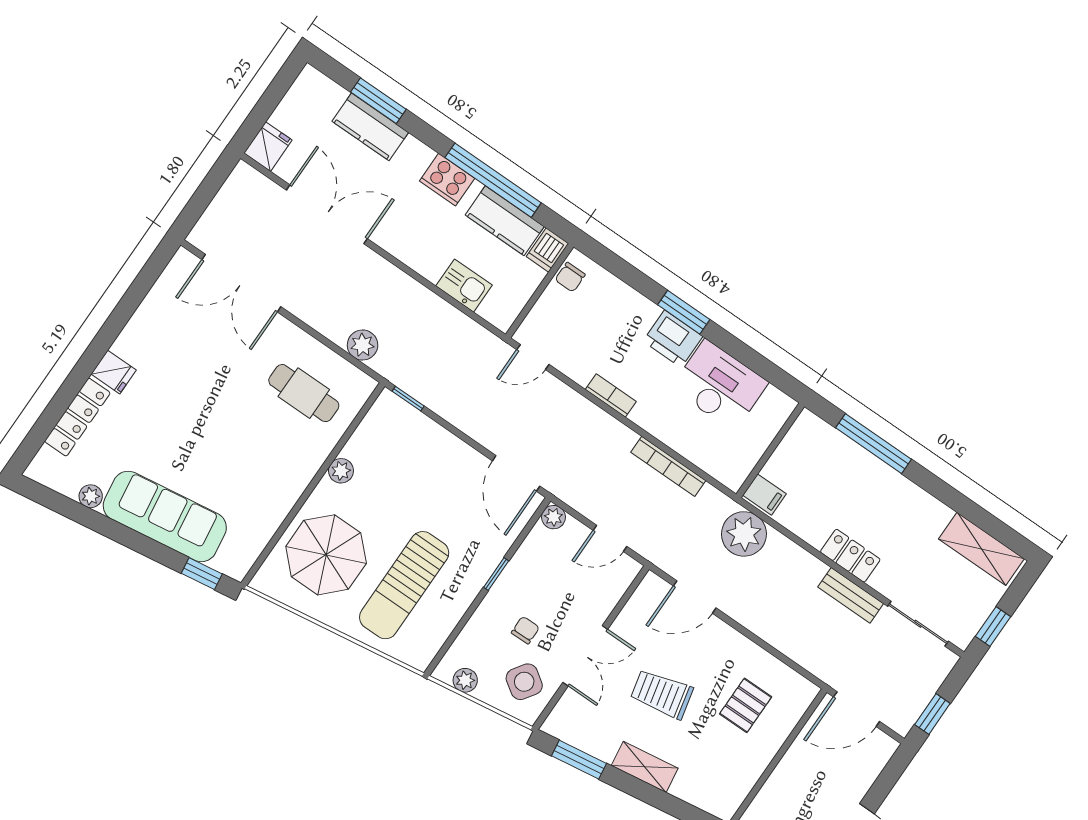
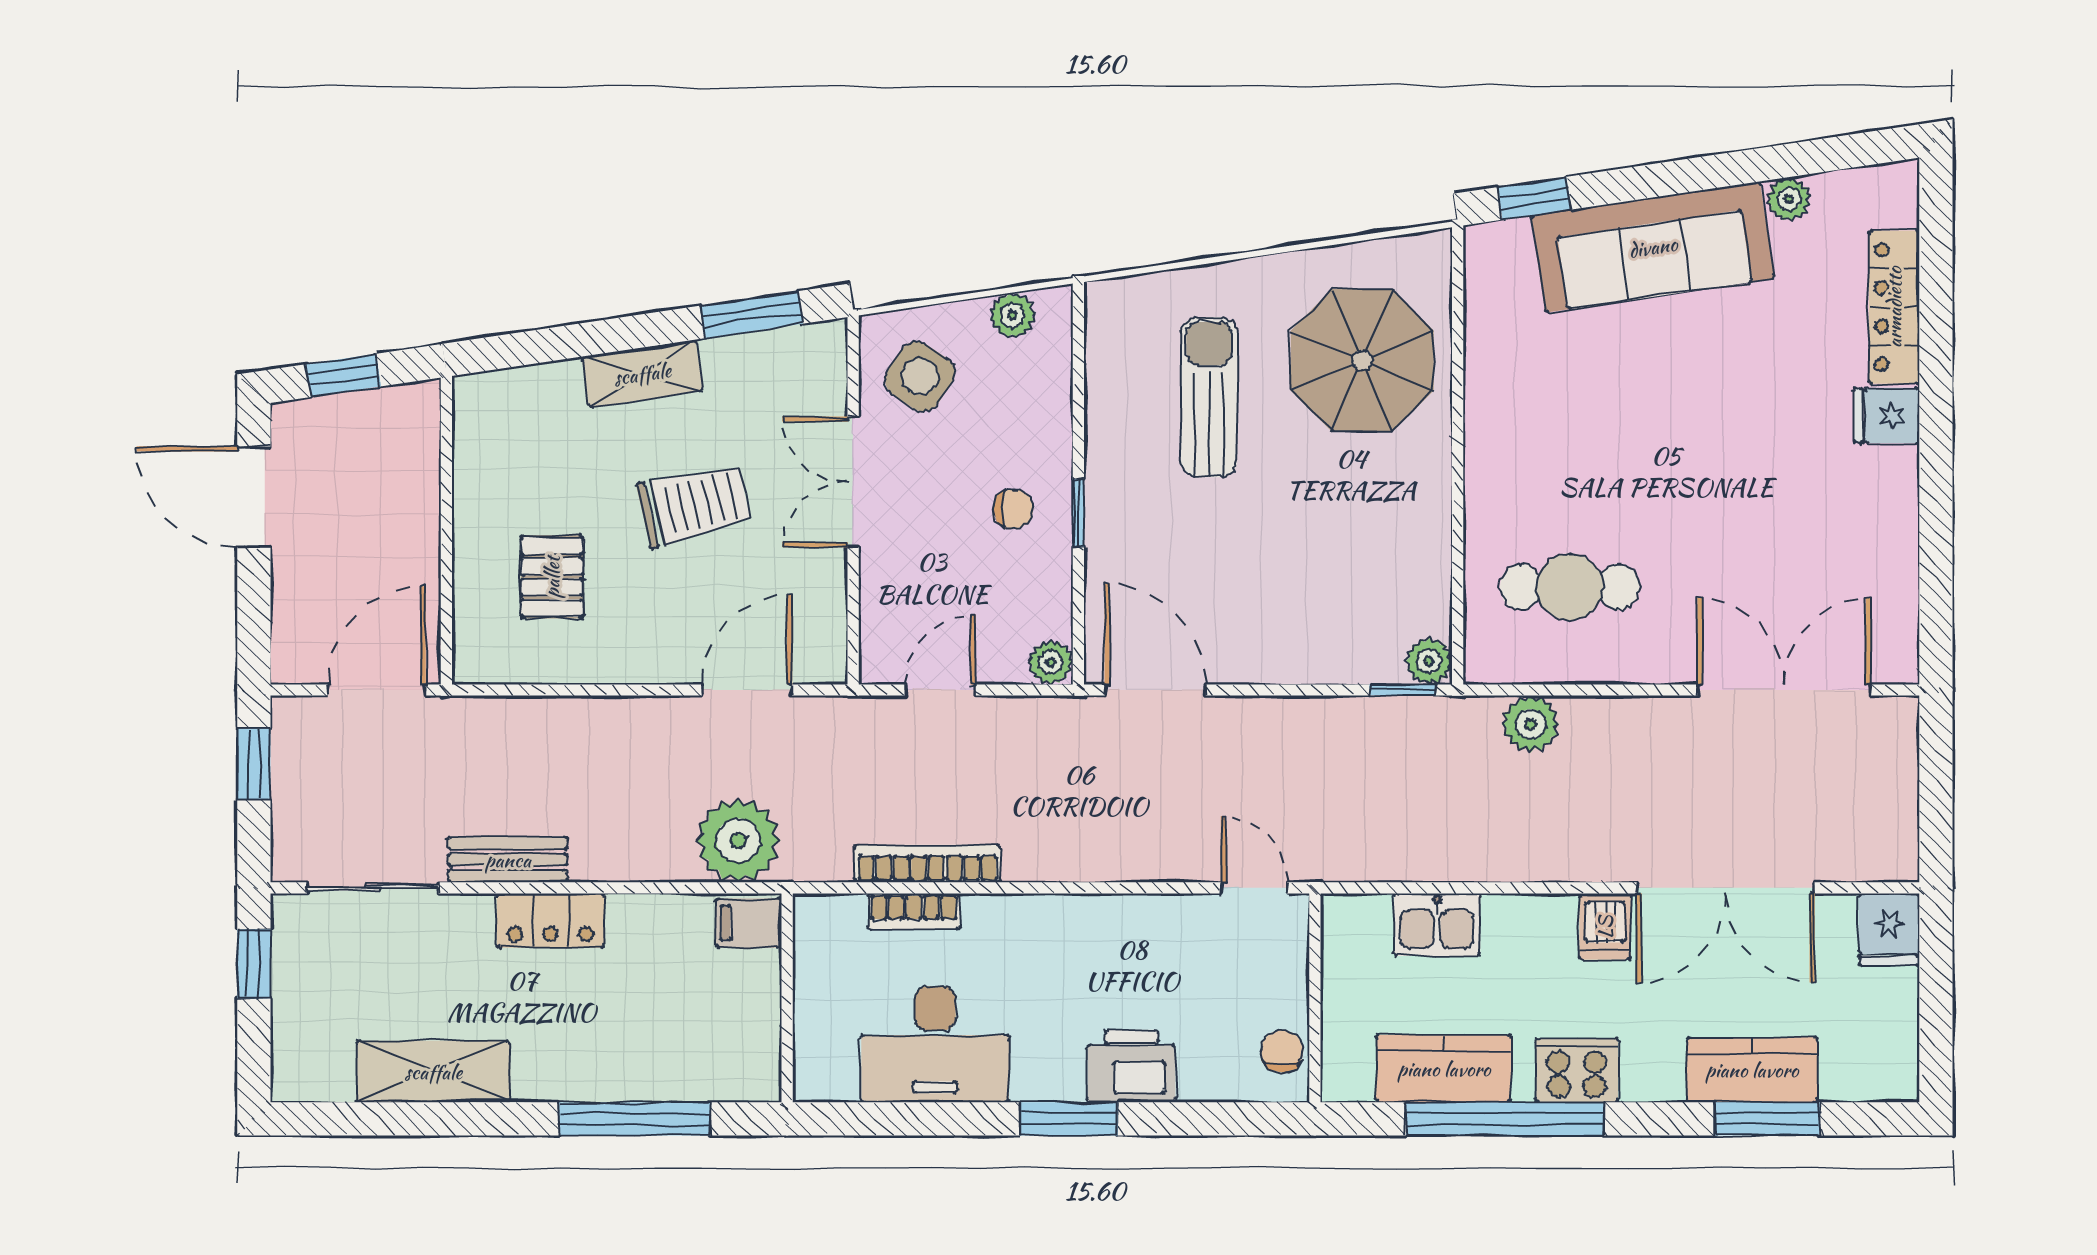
dishwasher: (548, 250) -> (1605, 927), moved, turned 180
printer: (673, 339) -> (1131, 1066), moved
door: (533, 357) -> (1254, 888), hinge flipped
bookcase: (611, 396) -> (914, 912), moved
plant: (341, 471) -> (1429, 661), moved
shelving: (981, 549) -> (433, 1072), moved
sun lounger: (404, 585) -> (1209, 397), width x0.73, depth x0.75
chair: (525, 630) -> (1013, 509), moved, turned -89

